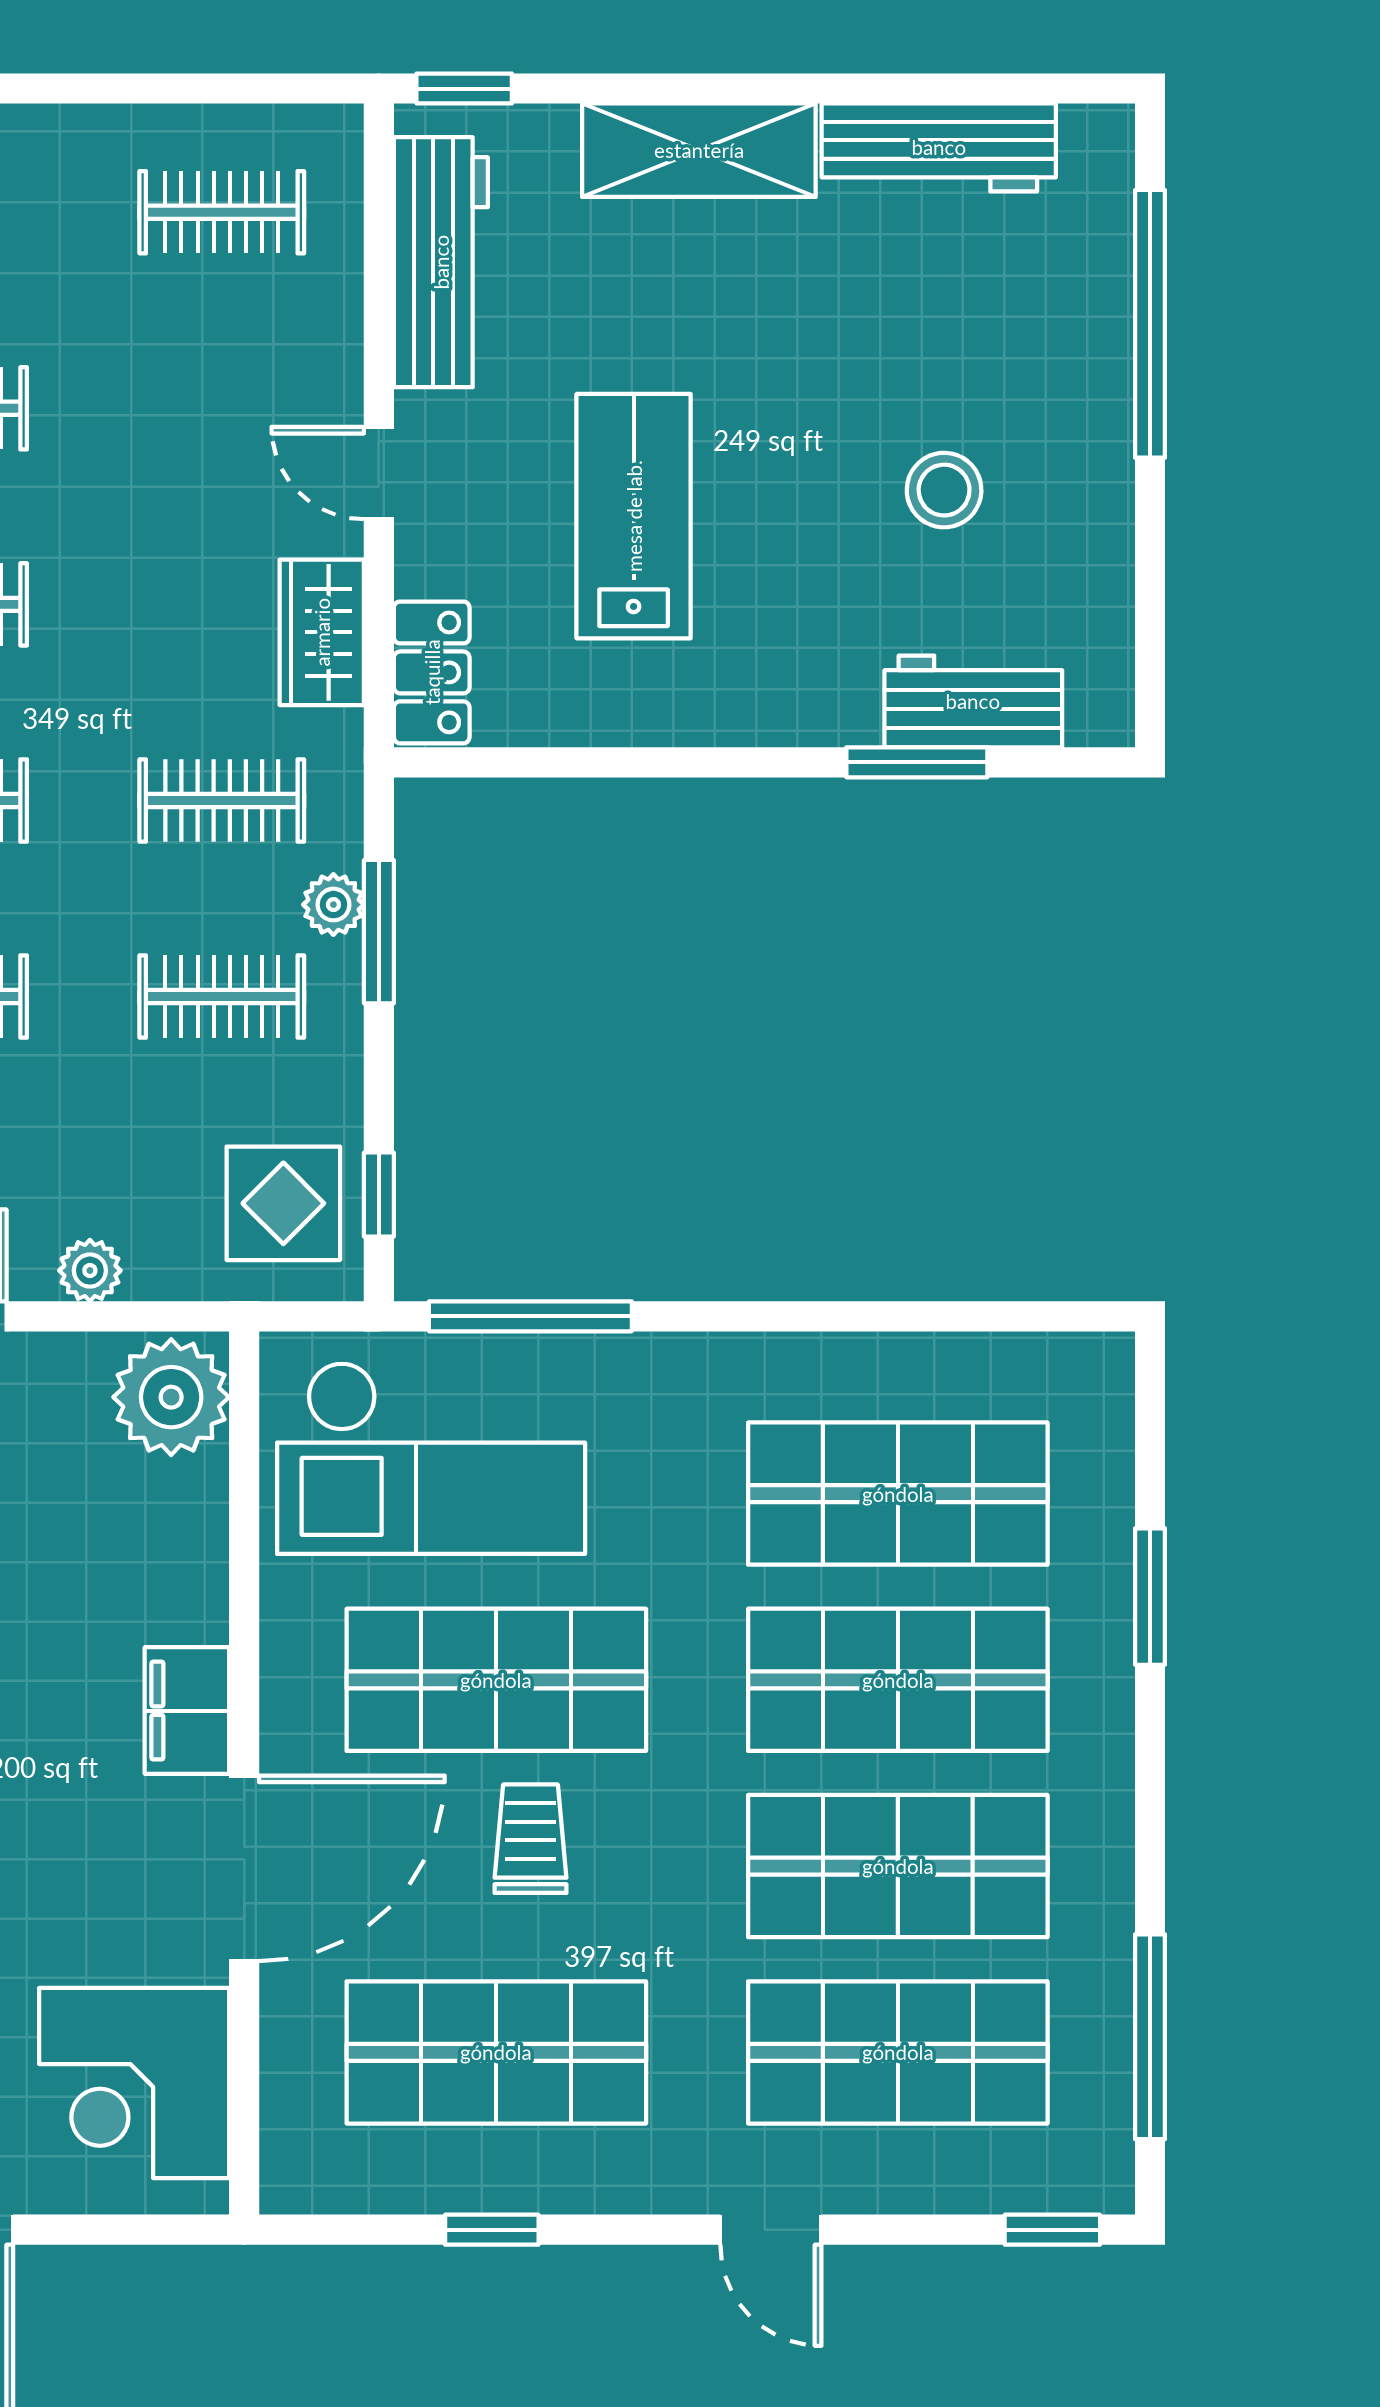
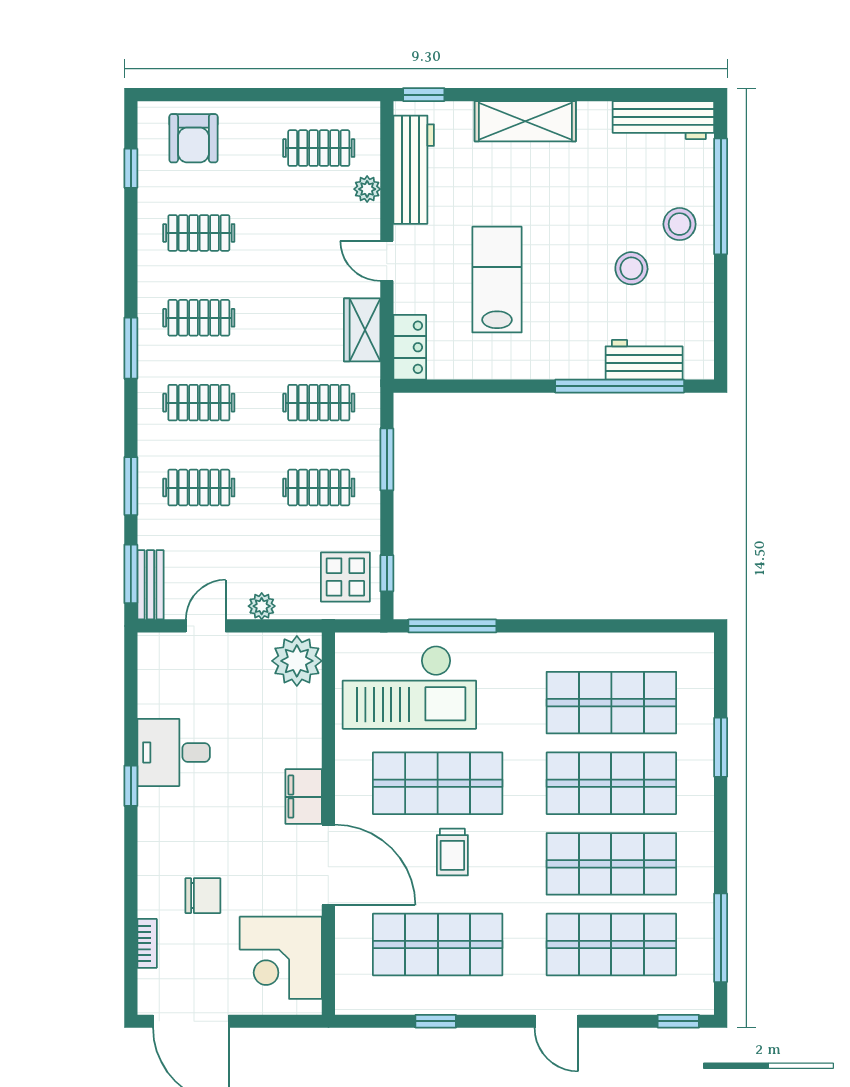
workbench: (939, 147) -> (663, 120), moved
stool: (1055, 388) -> (680, 224), added
window: (917, 762) -> (620, 386), width x2.11
plant: (333, 905) -> (367, 189), moved
trolley: (530, 1839) -> (452, 852), turned 180
door: (244, 1868) -> (328, 865), hinge flipped

